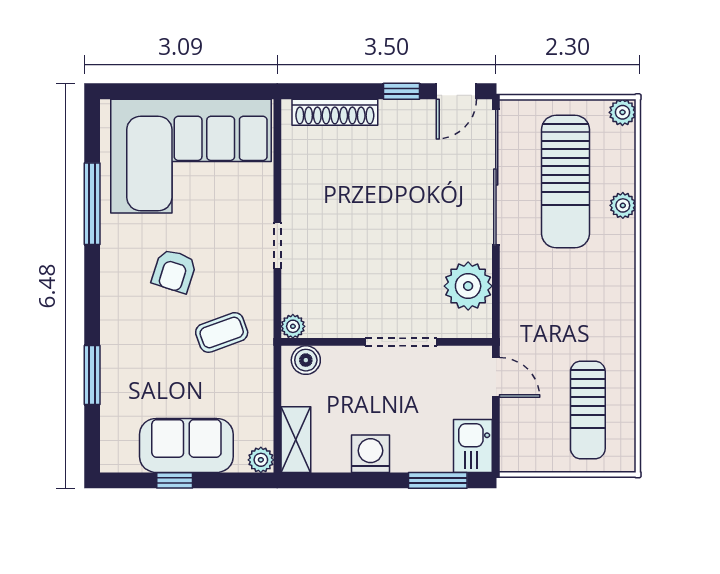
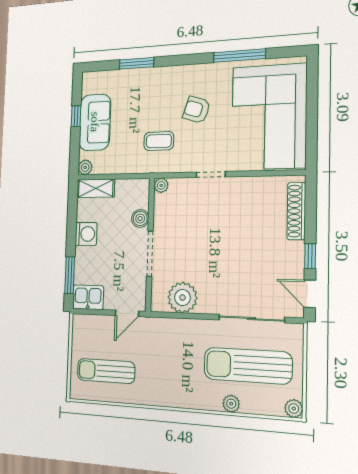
sliding door: (496, 177) -> (251, 319), width x0.73
coffee table: (222, 332) -> (159, 141), turned -70
boiler: (306, 360) -> (140, 219), moved

